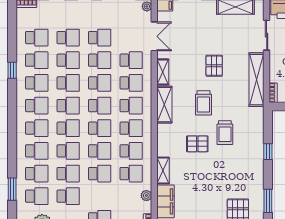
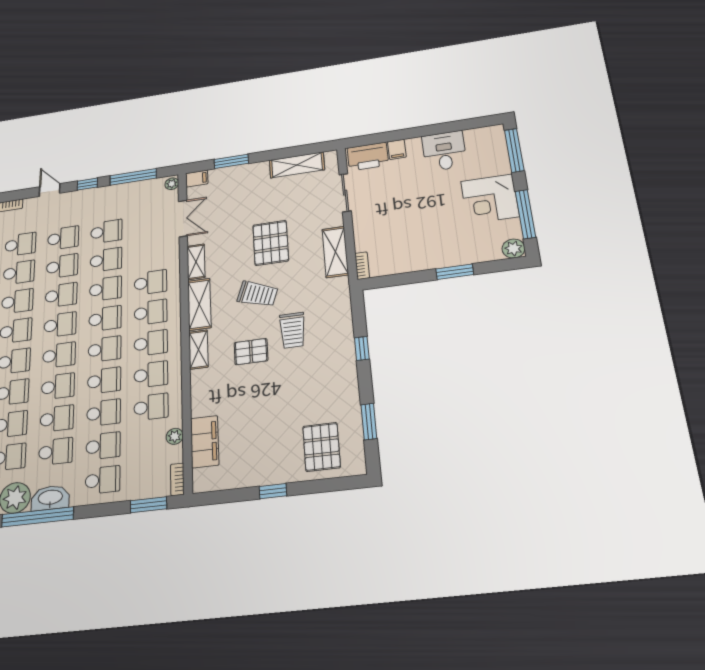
school desk: (131, 60) -> (103, 446), moved
pallet: (214, 66) -> (271, 243), width x1.50, depth x1.42
shelving: (257, 80) -> (335, 252), width x0.68
trolley: (203, 103) -> (258, 294), turned -71
shelving: (163, 170) -> (198, 350), moved

